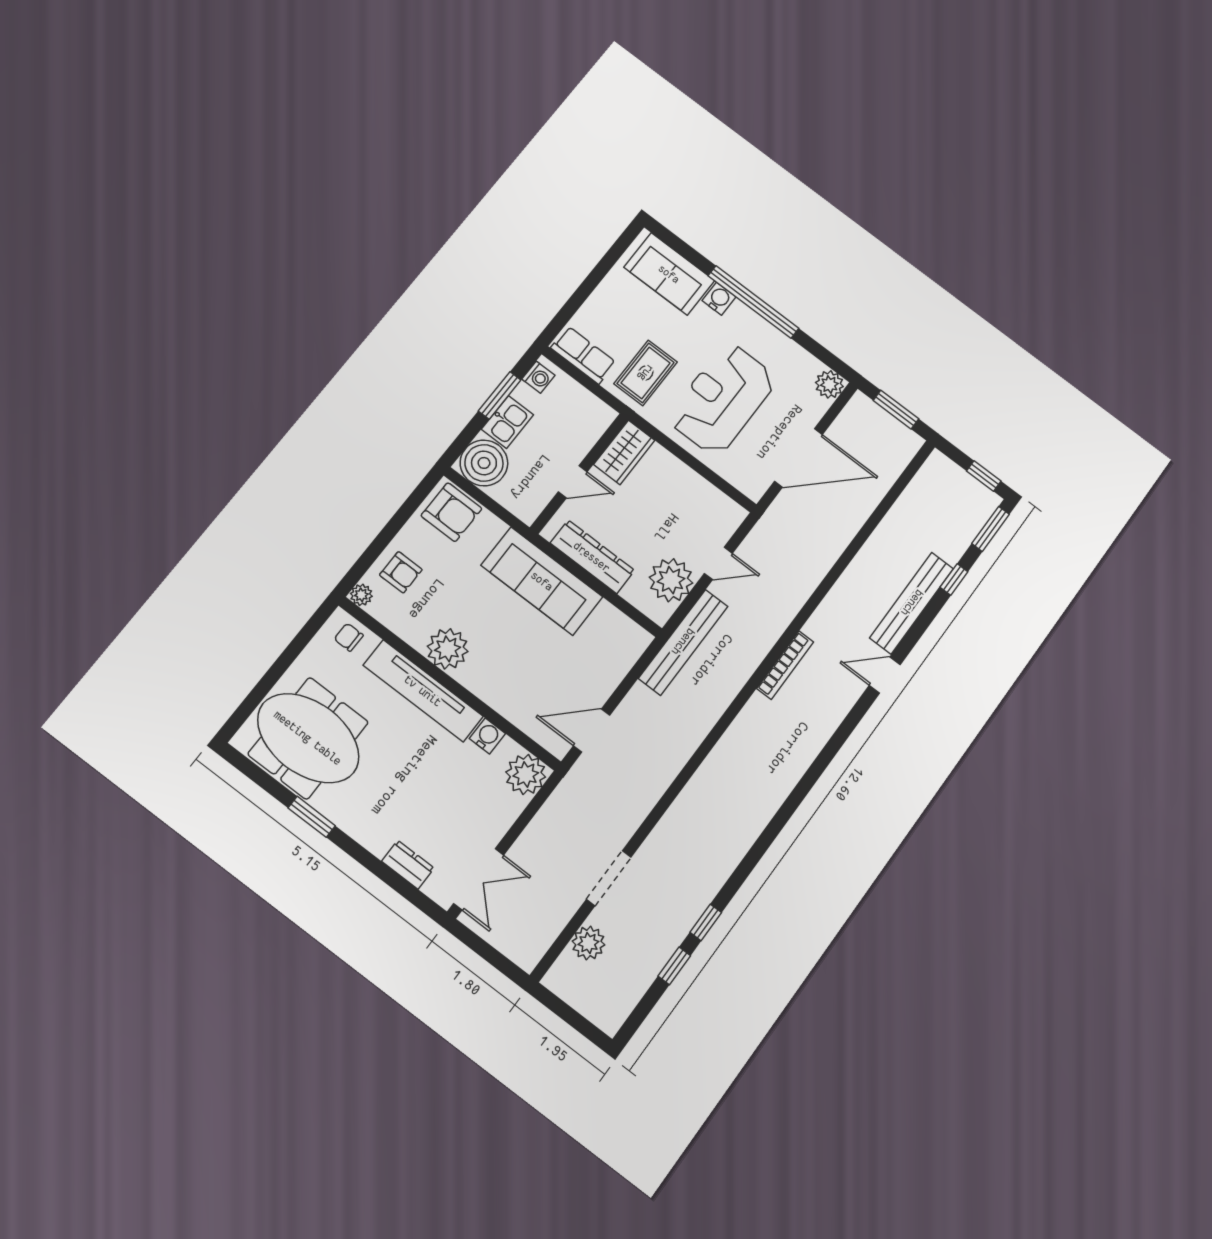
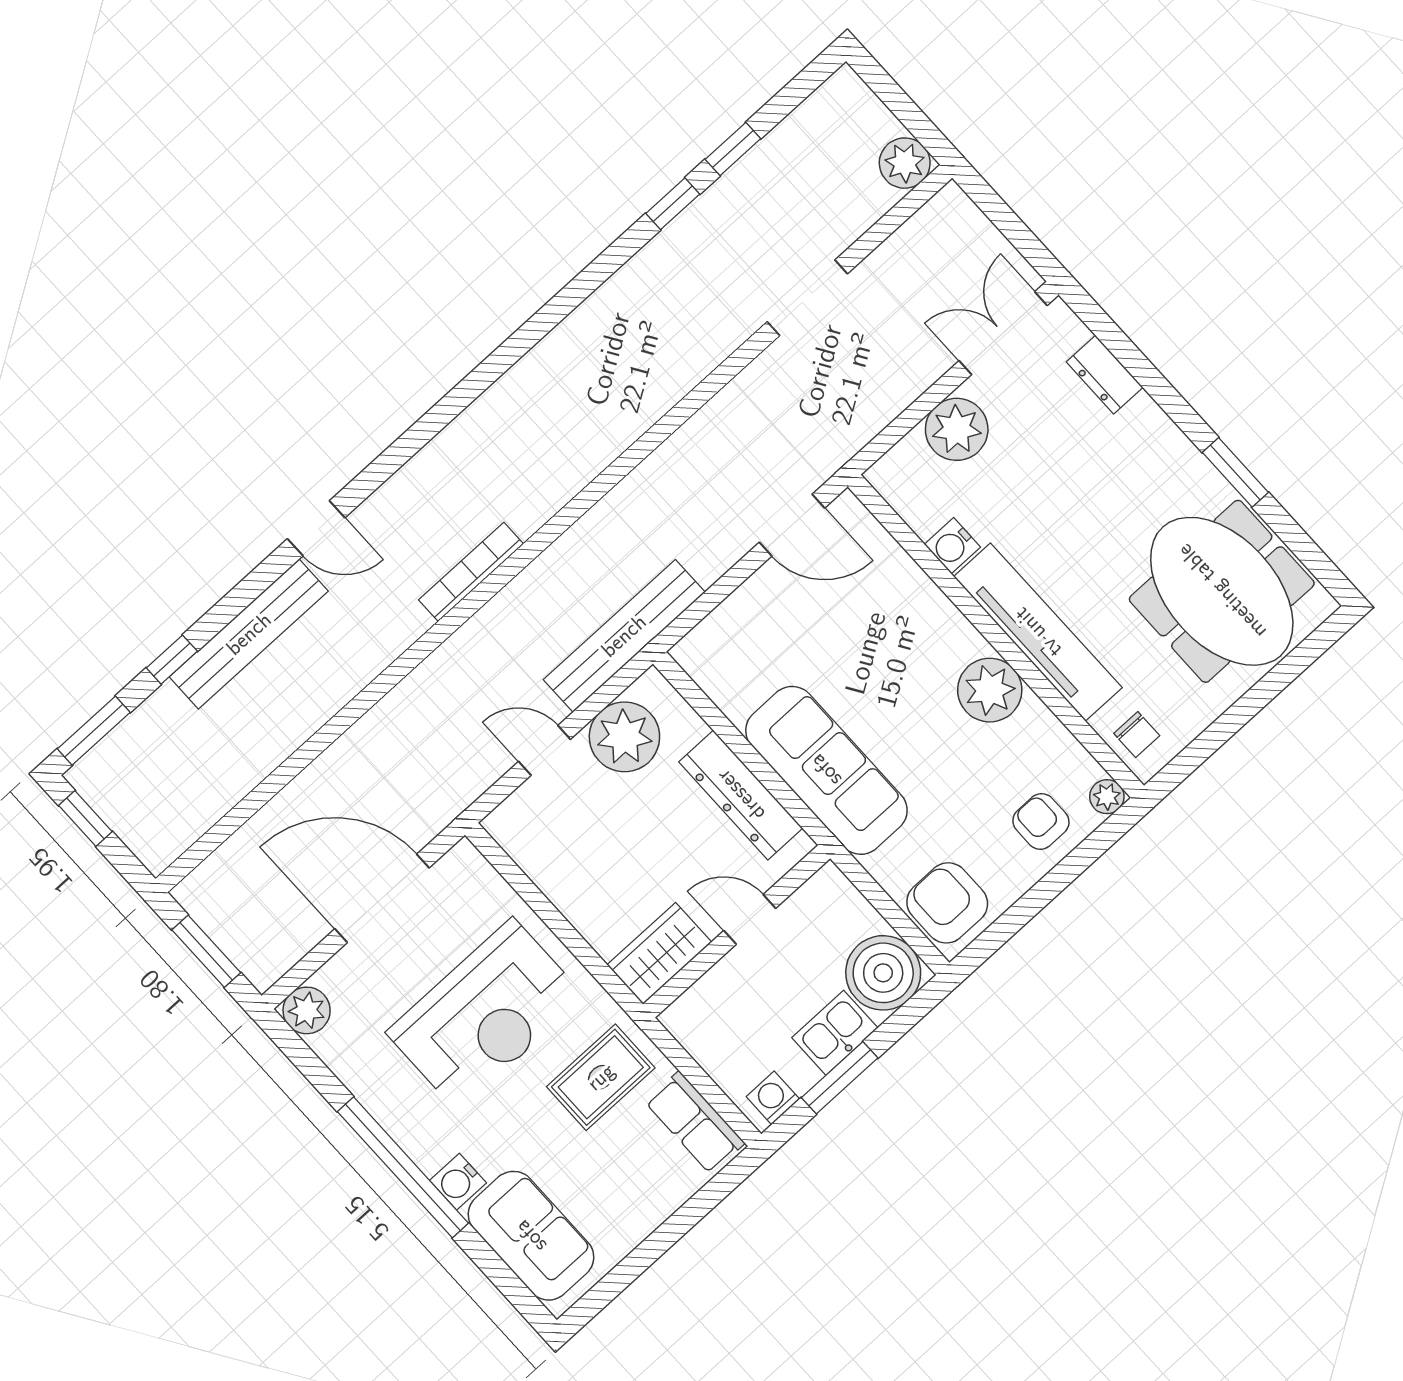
plant: (526, 774) -> (957, 429), moved
plant: (588, 943) -> (905, 163), moved

